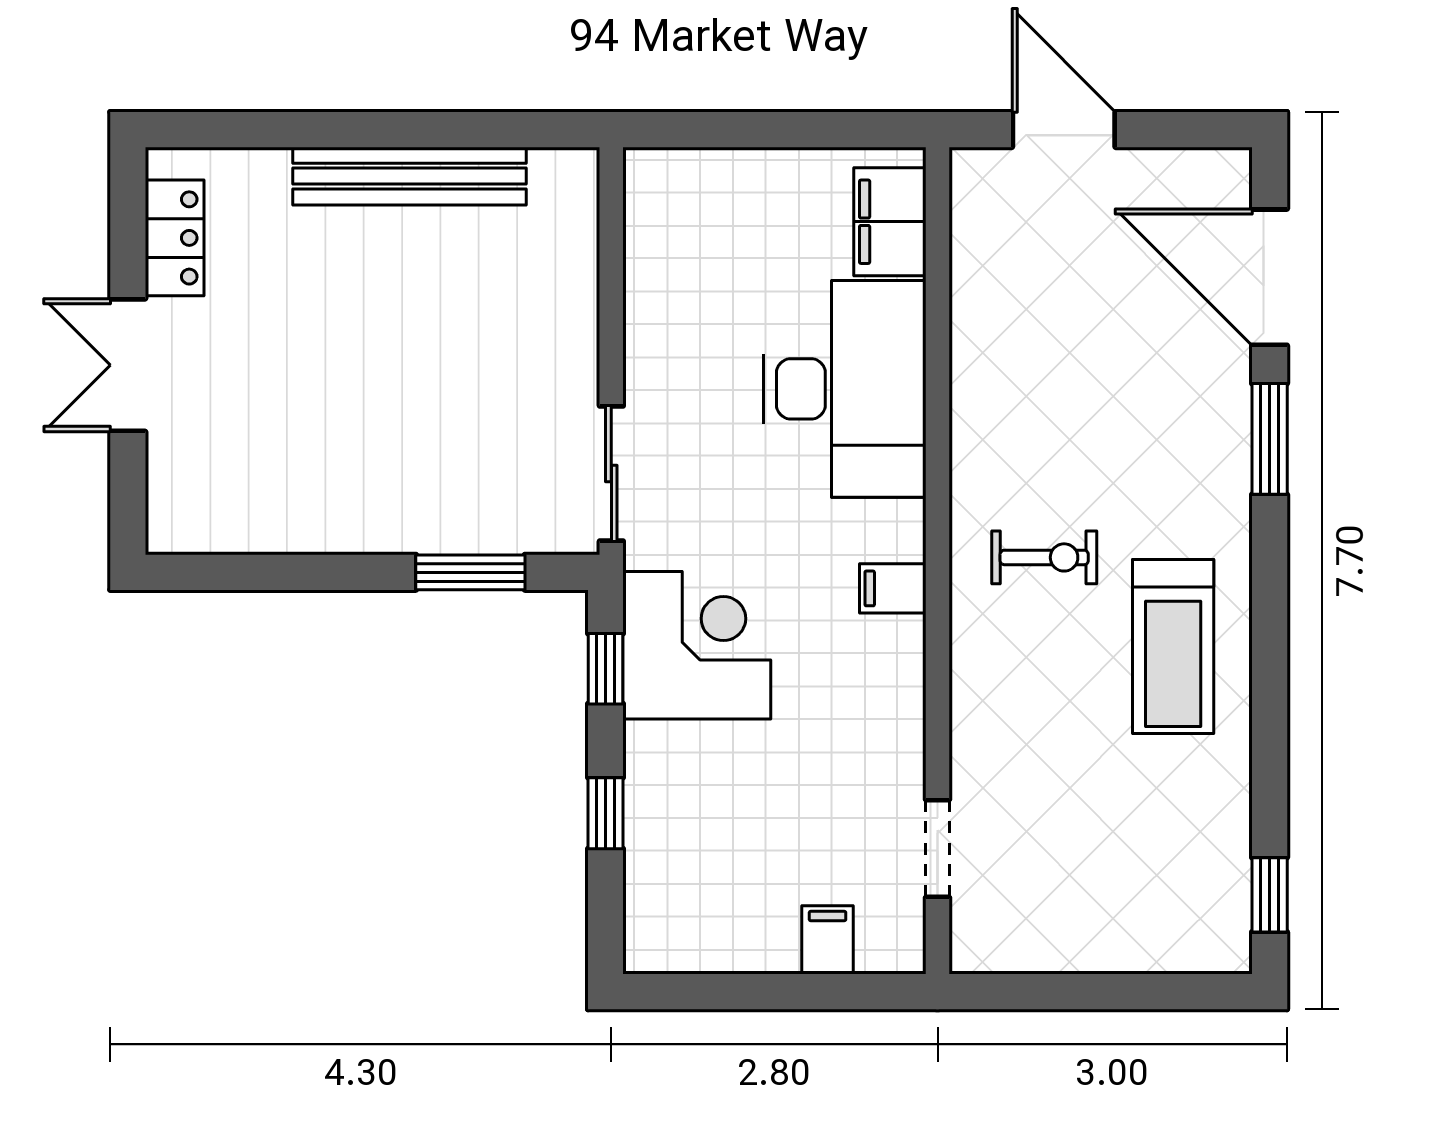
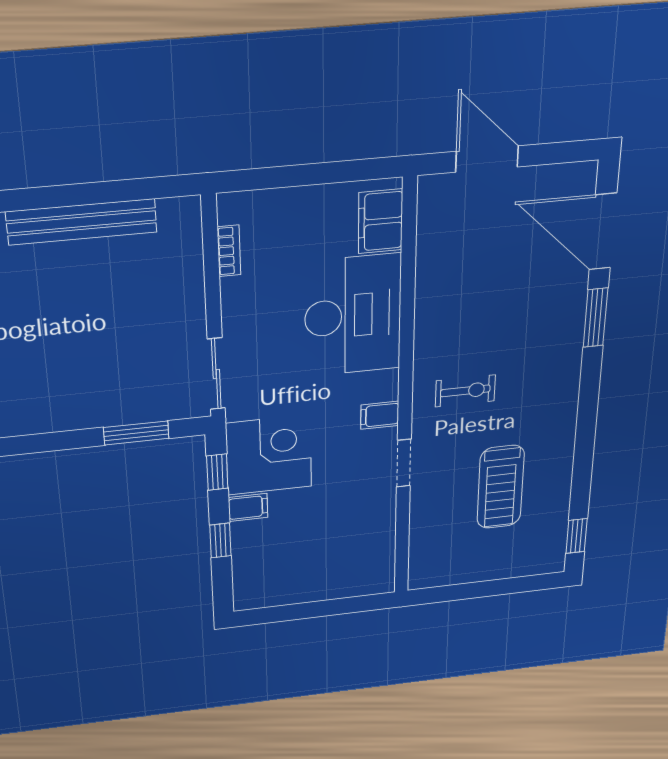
bookcase: (641, 249) -> (229, 251), added
treadmill: (1173, 646) -> (501, 487), moved
doorway: (938, 849) -> (404, 463), moved
filing cabinet: (828, 940) -> (248, 507), moved, turned 90

